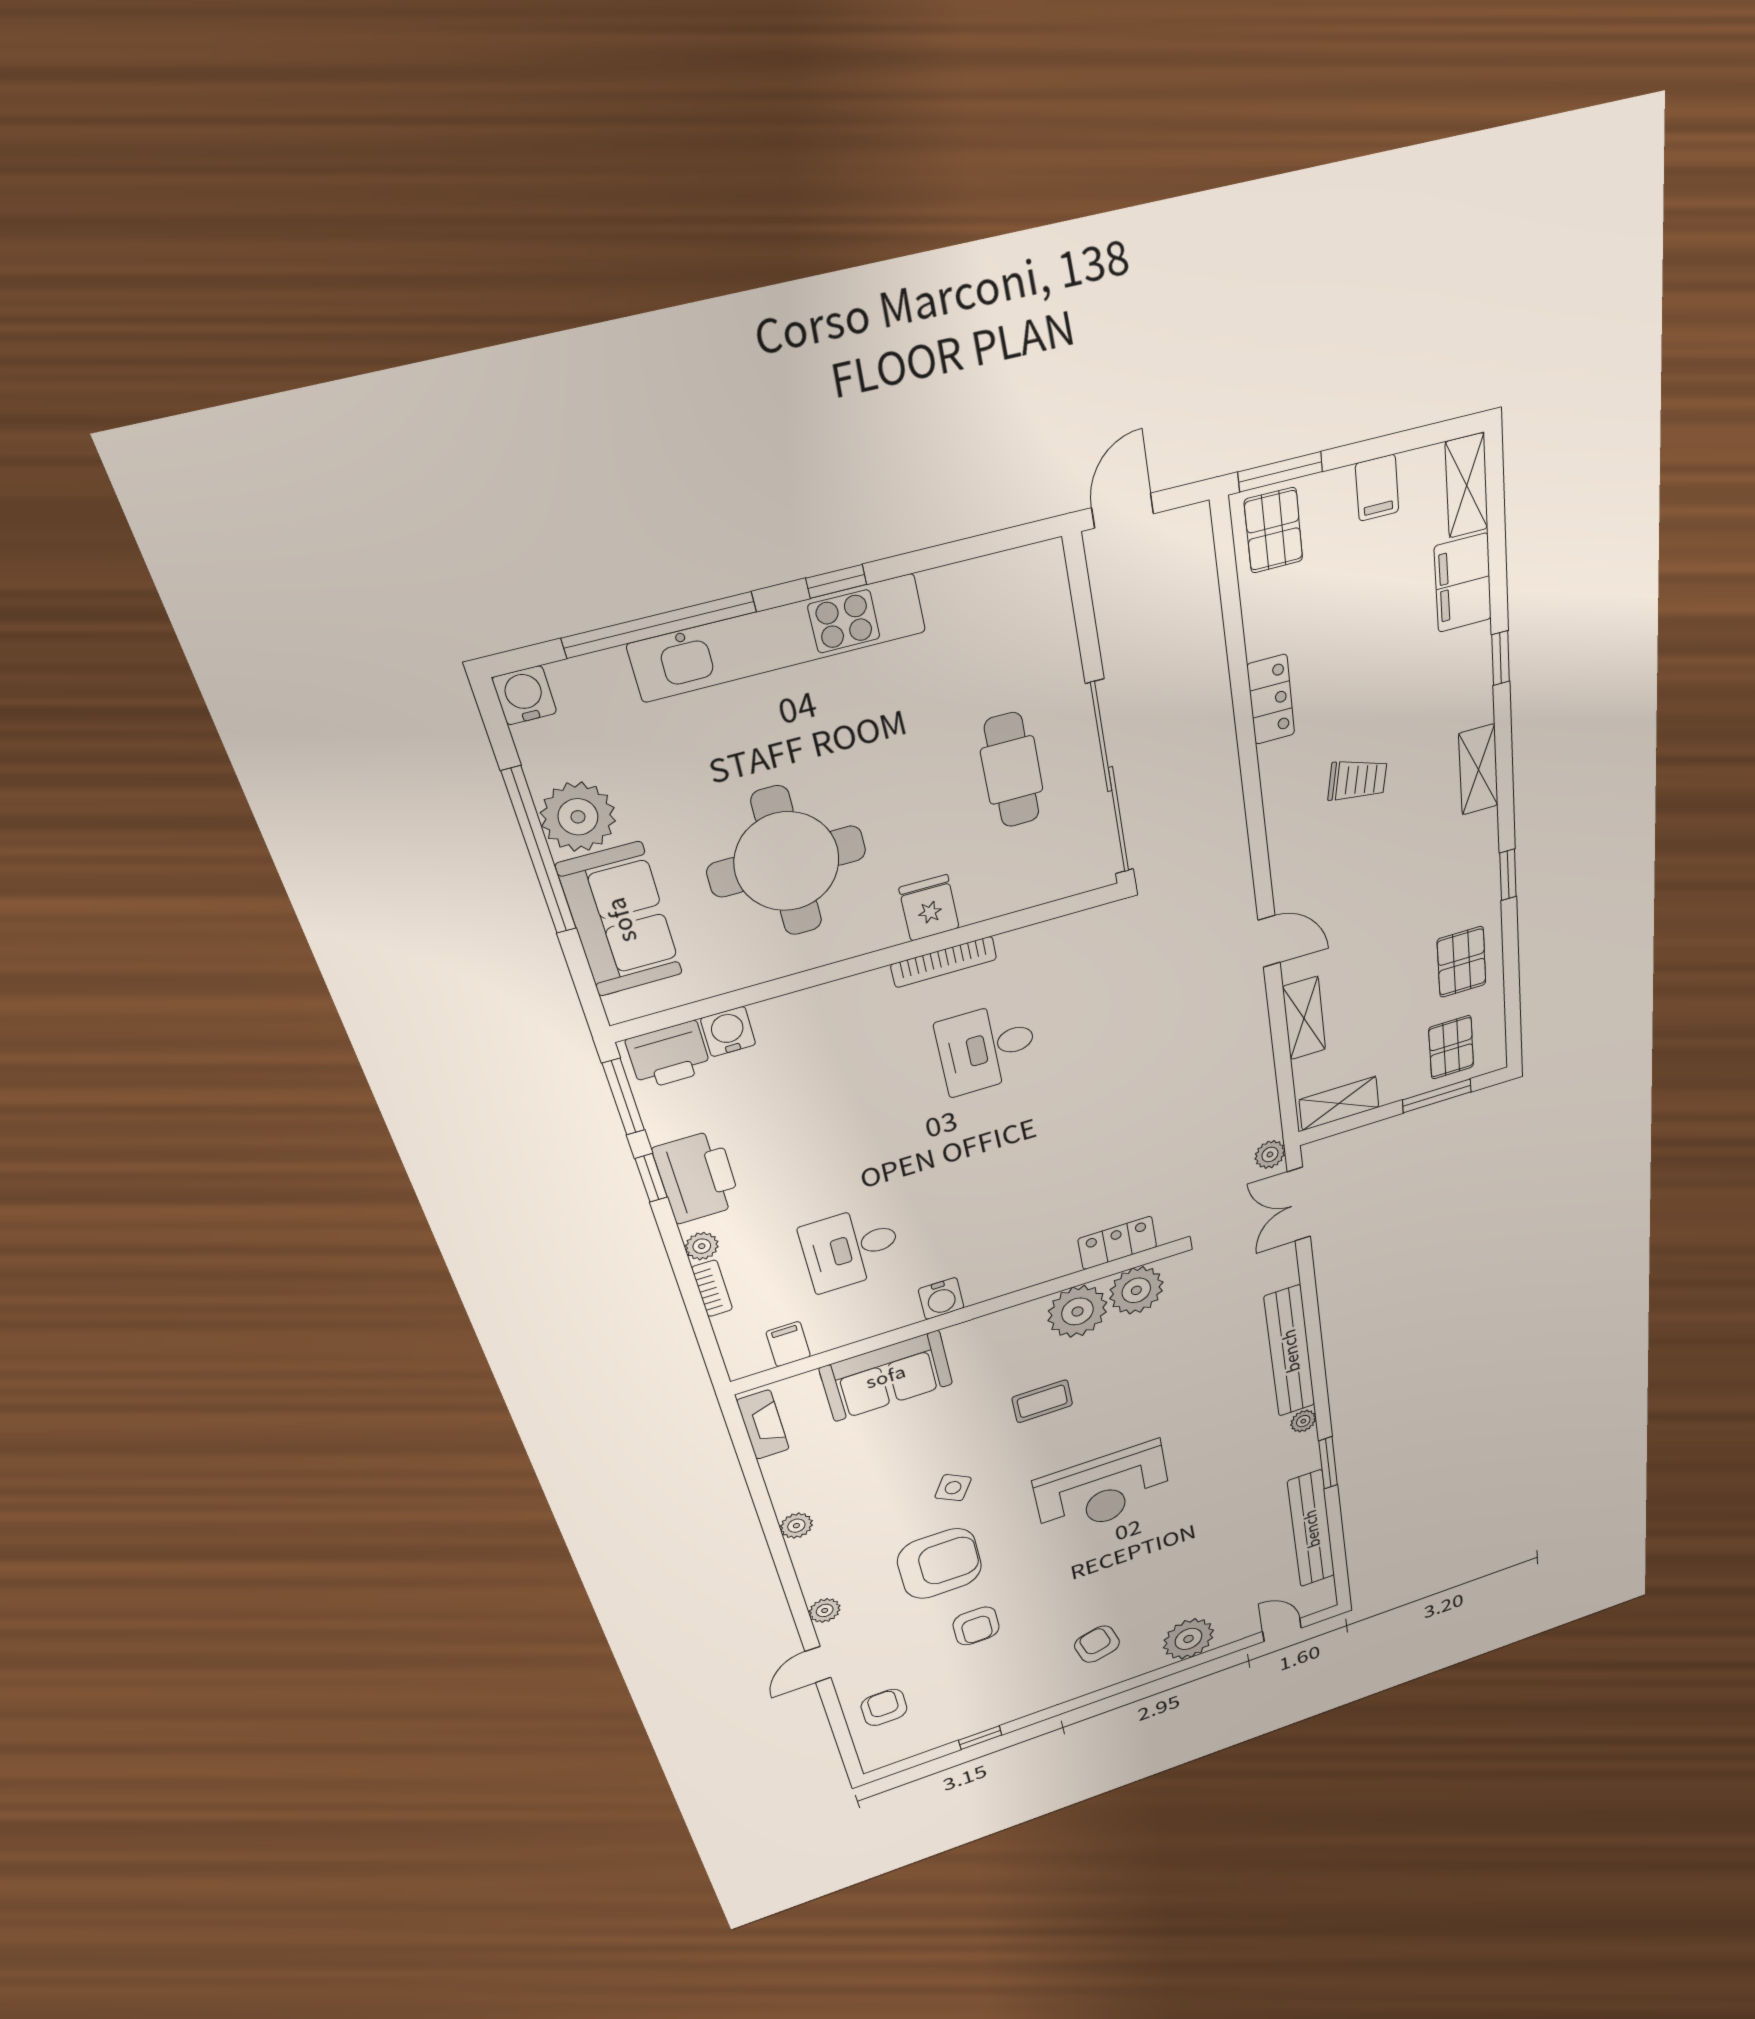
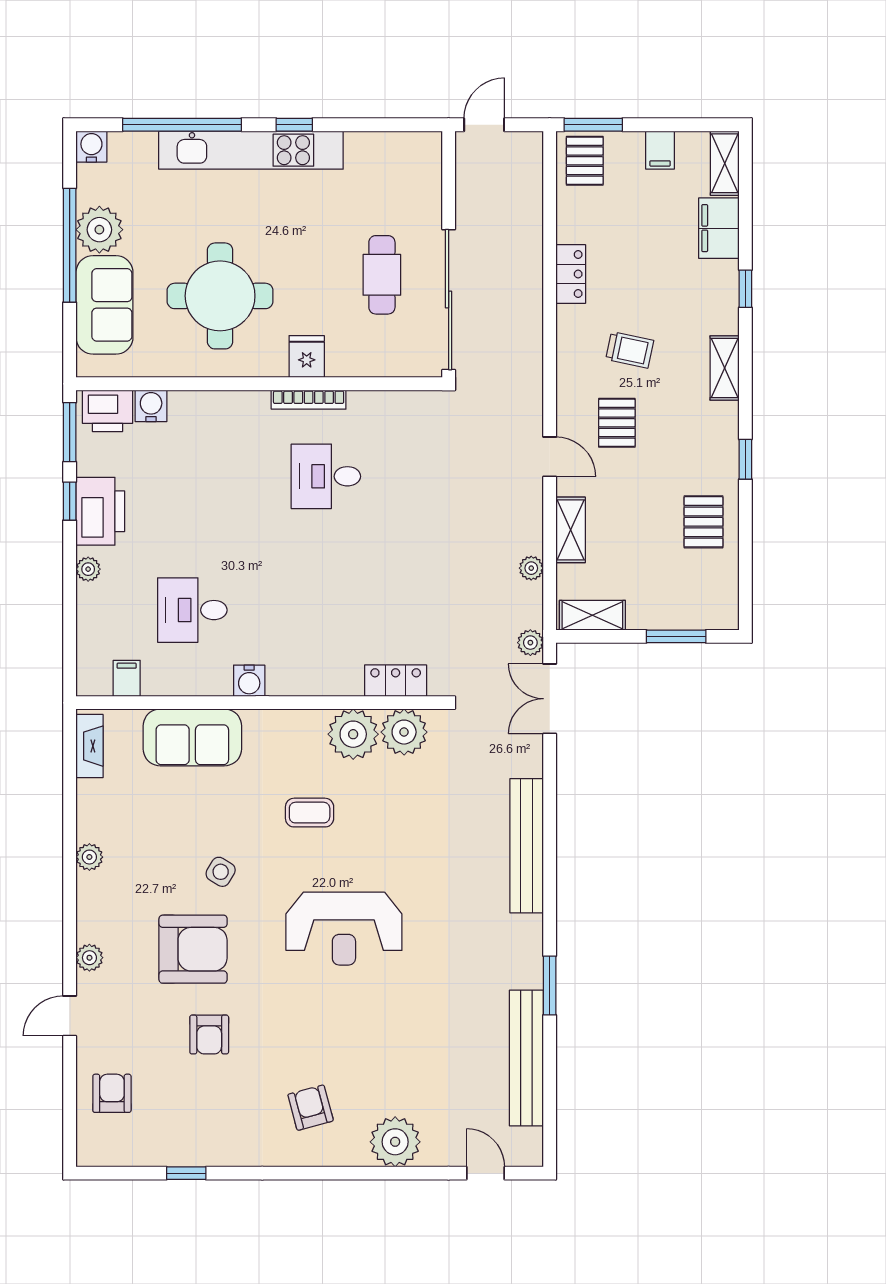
pallet: (1451, 1047) -> (617, 423), moved
bookcase: (712, 1288) -> (86, 608), removed
plant: (1303, 1421) -> (531, 568), moved

